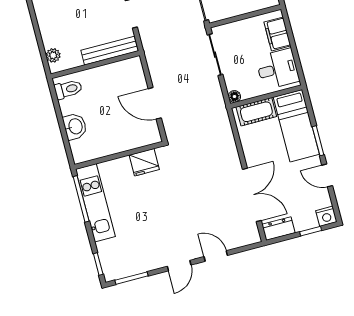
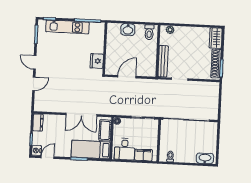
door: (327, 175) -> (48, 157), moved
double door: (252, 195) -> (81, 115), moved
kitchen unit: (95, 203) -> (67, 27), moved

